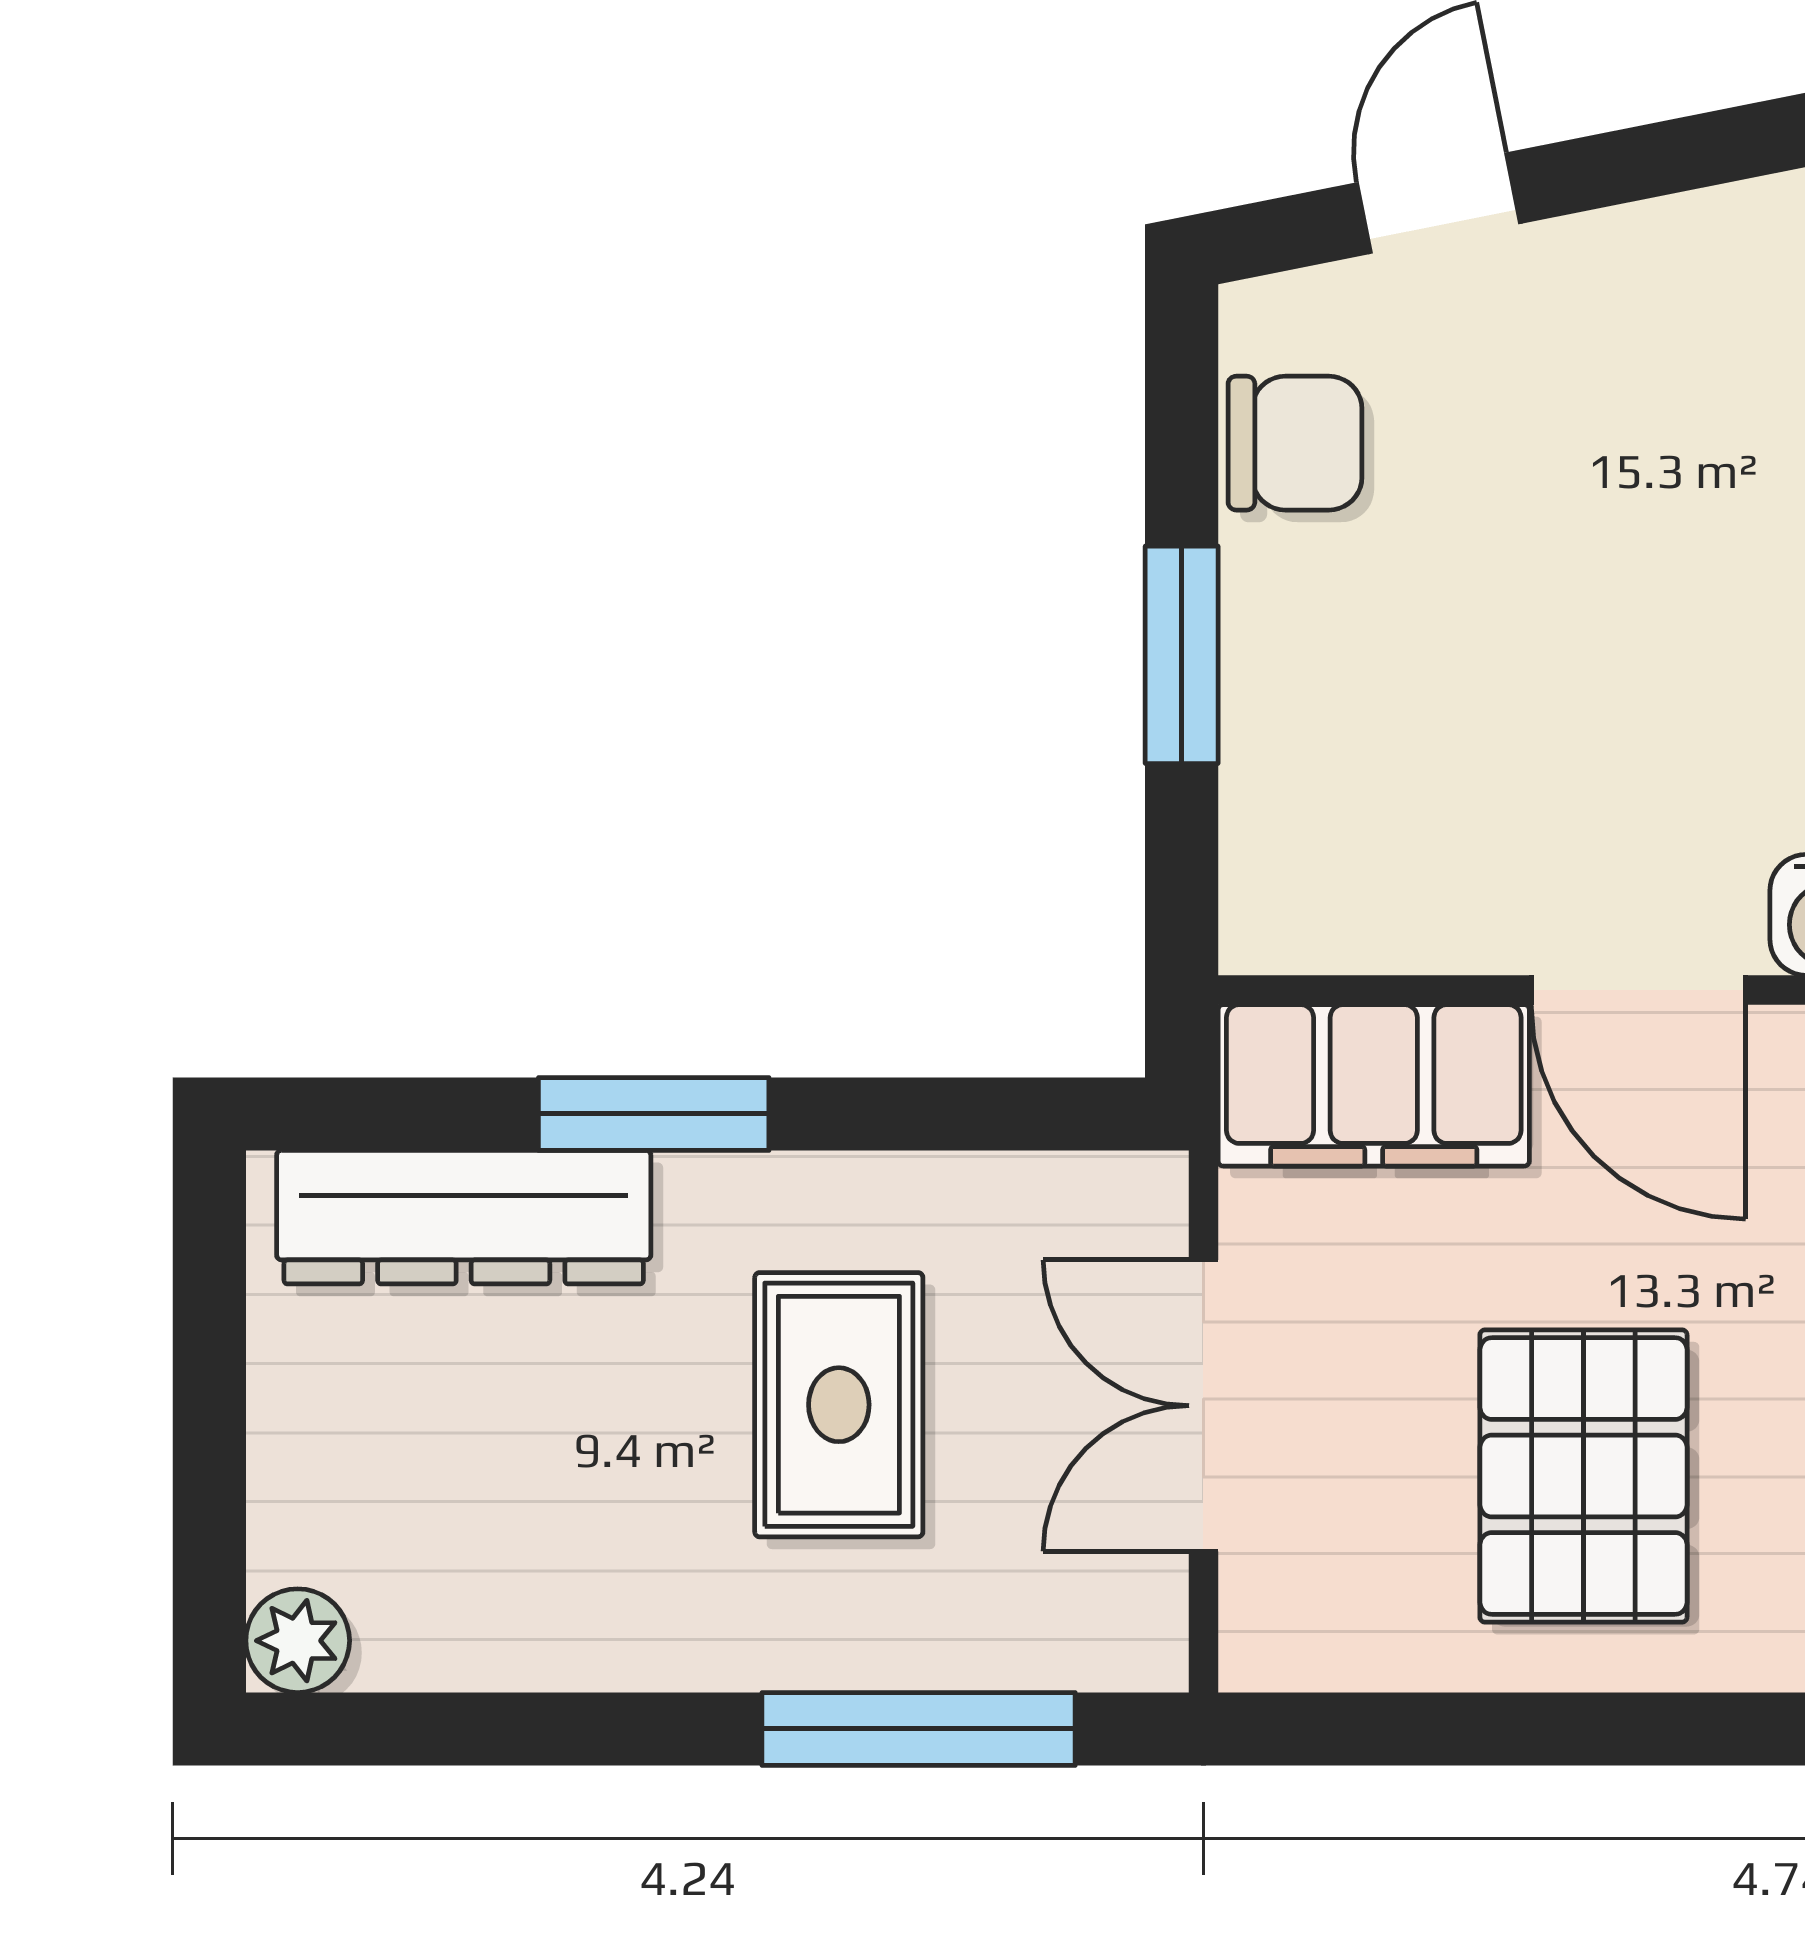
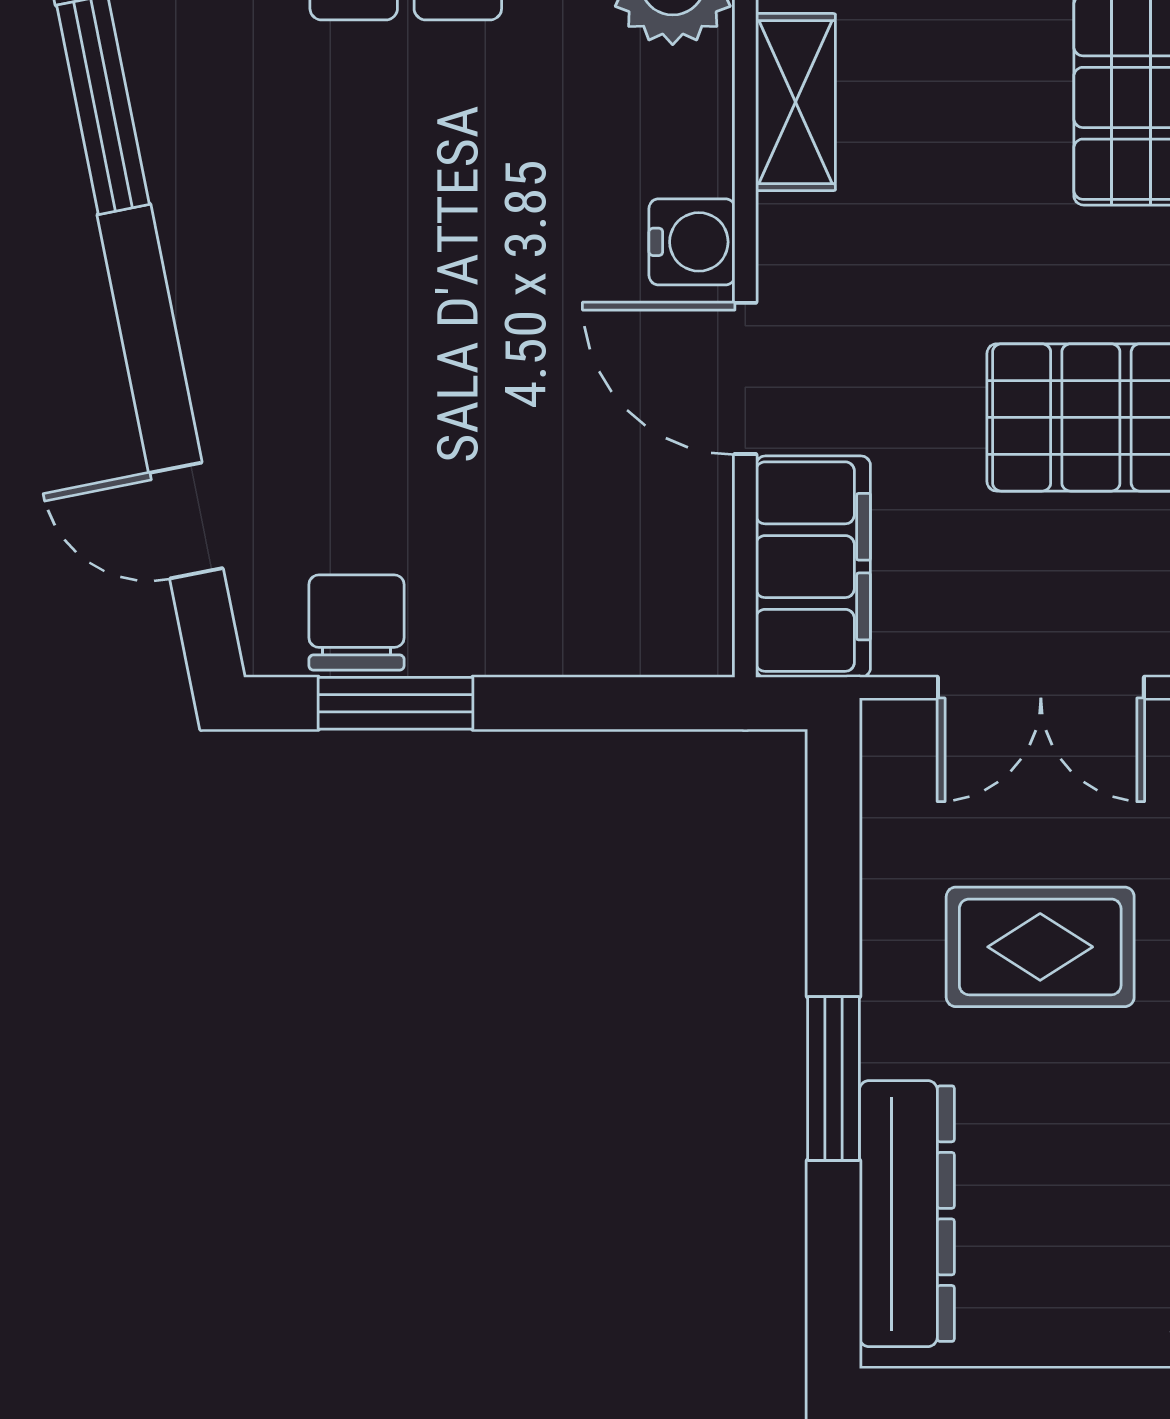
window: (1182, 655) -> (395, 703), moved
door: (1638, 990) -> (745, 378), swing flipped

